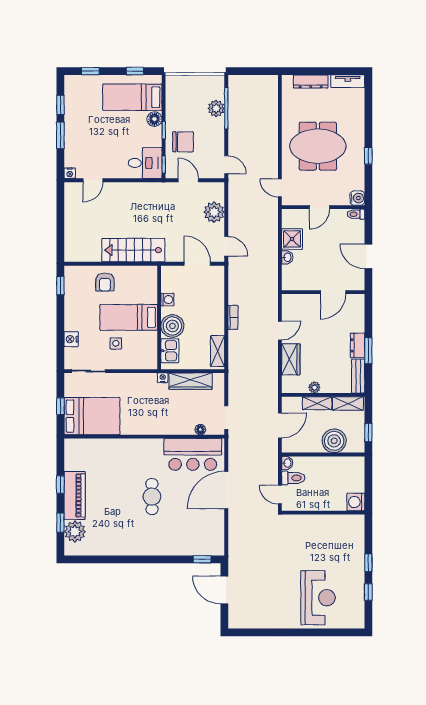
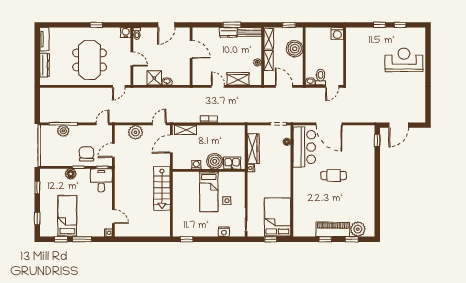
bed: (132, 97) -> (67, 216), moved, turned 180
armchair: (105, 282) -> (184, 208), removed
shelving: (218, 351) -> (186, 130), moved

